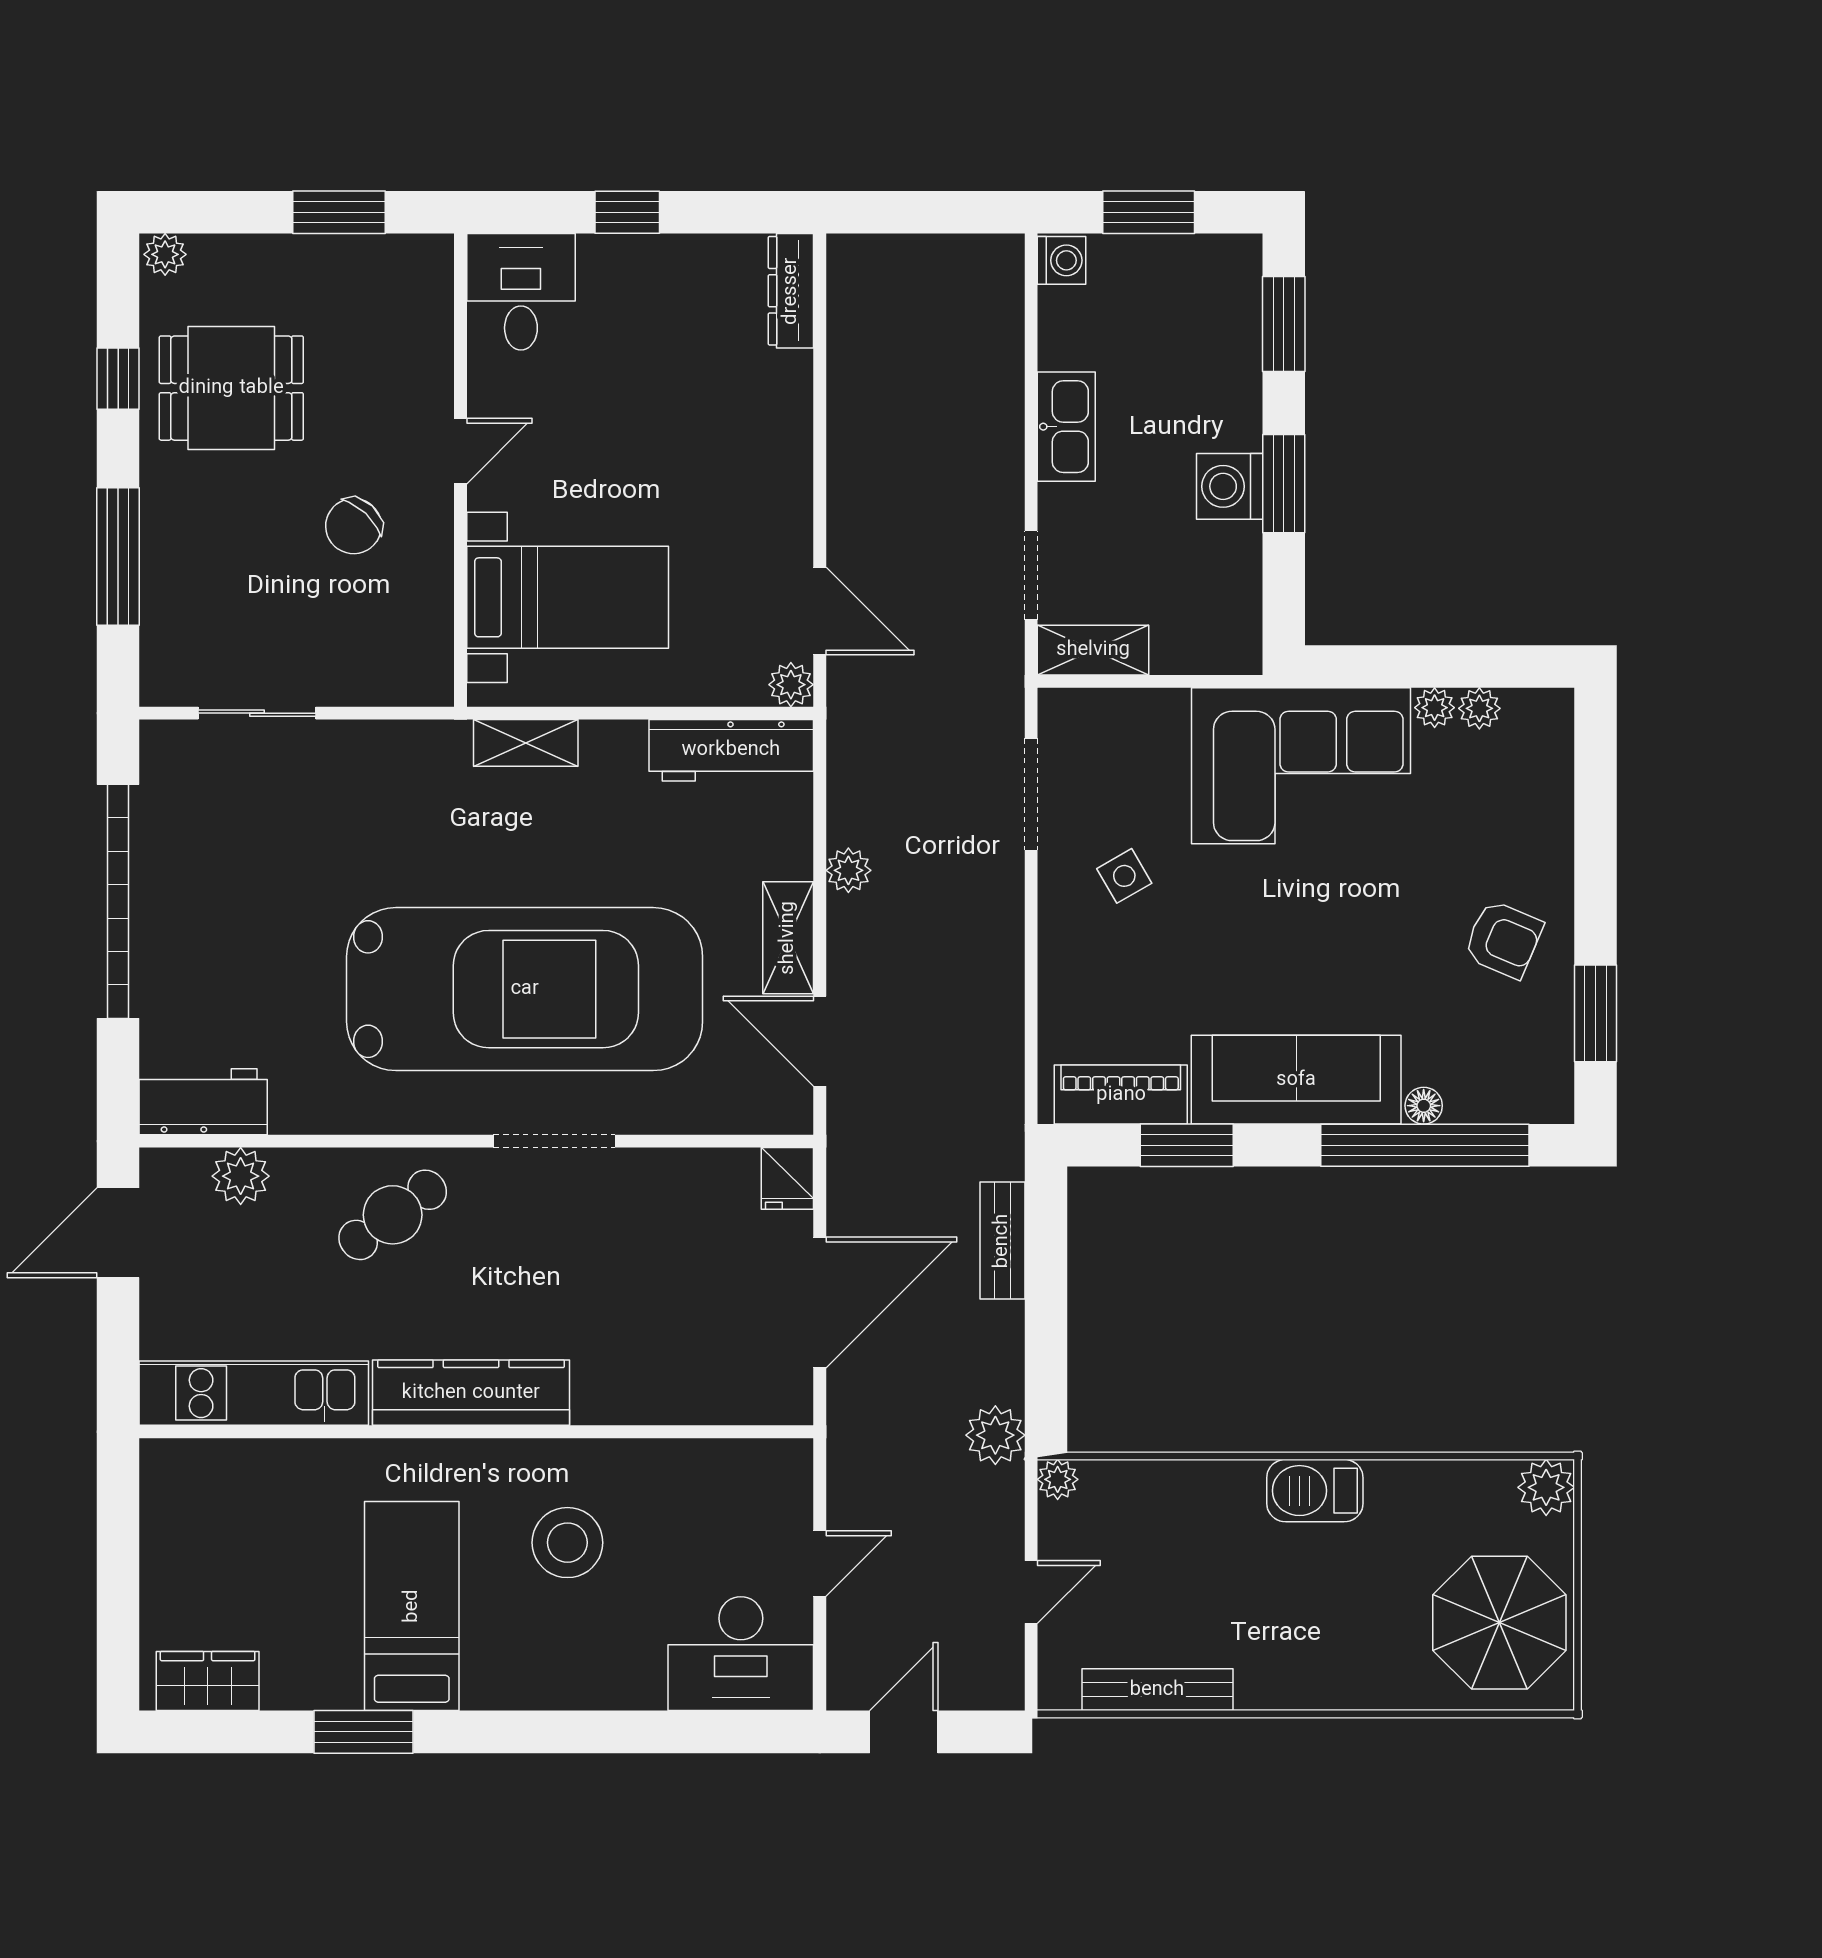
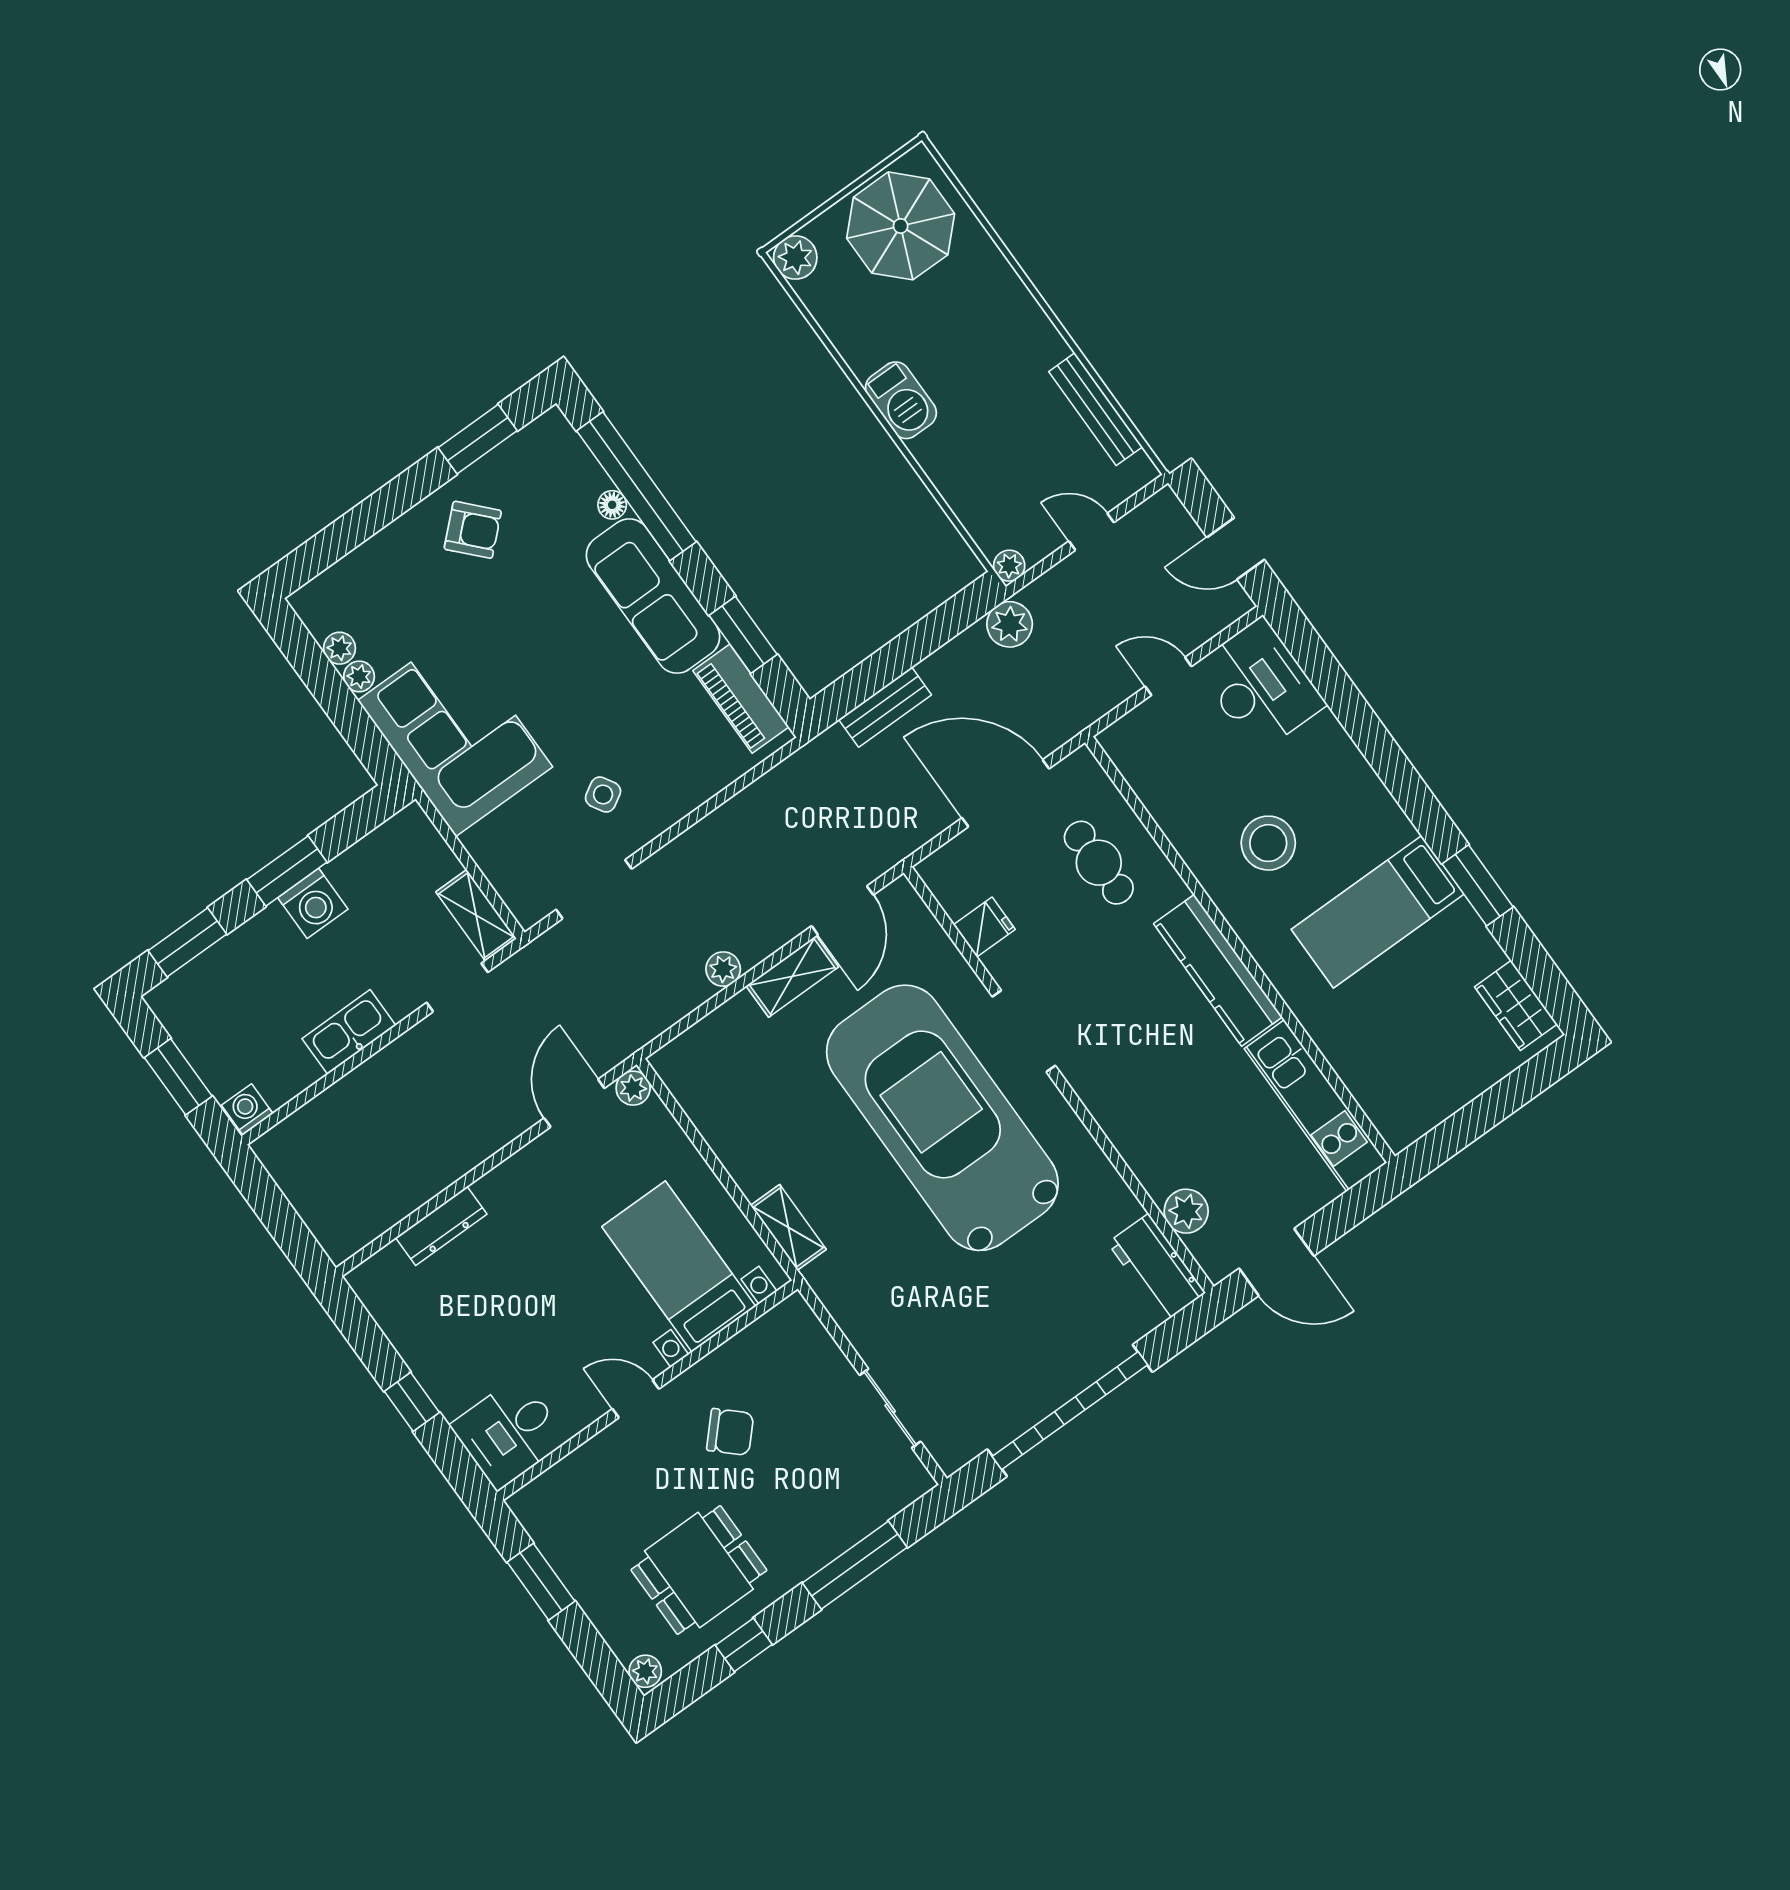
dresser: (791, 291) -> (441, 1226), moved
dining table: (231, 388) -> (699, 1570), turned 90
workbench: (731, 750) -> (701, 1096), removed
armchair: (1503, 939) -> (473, 530), turned 114
fridge: (787, 1178) -> (984, 927), moved
cafe table: (393, 1215) -> (1099, 863), moved, turned 36

